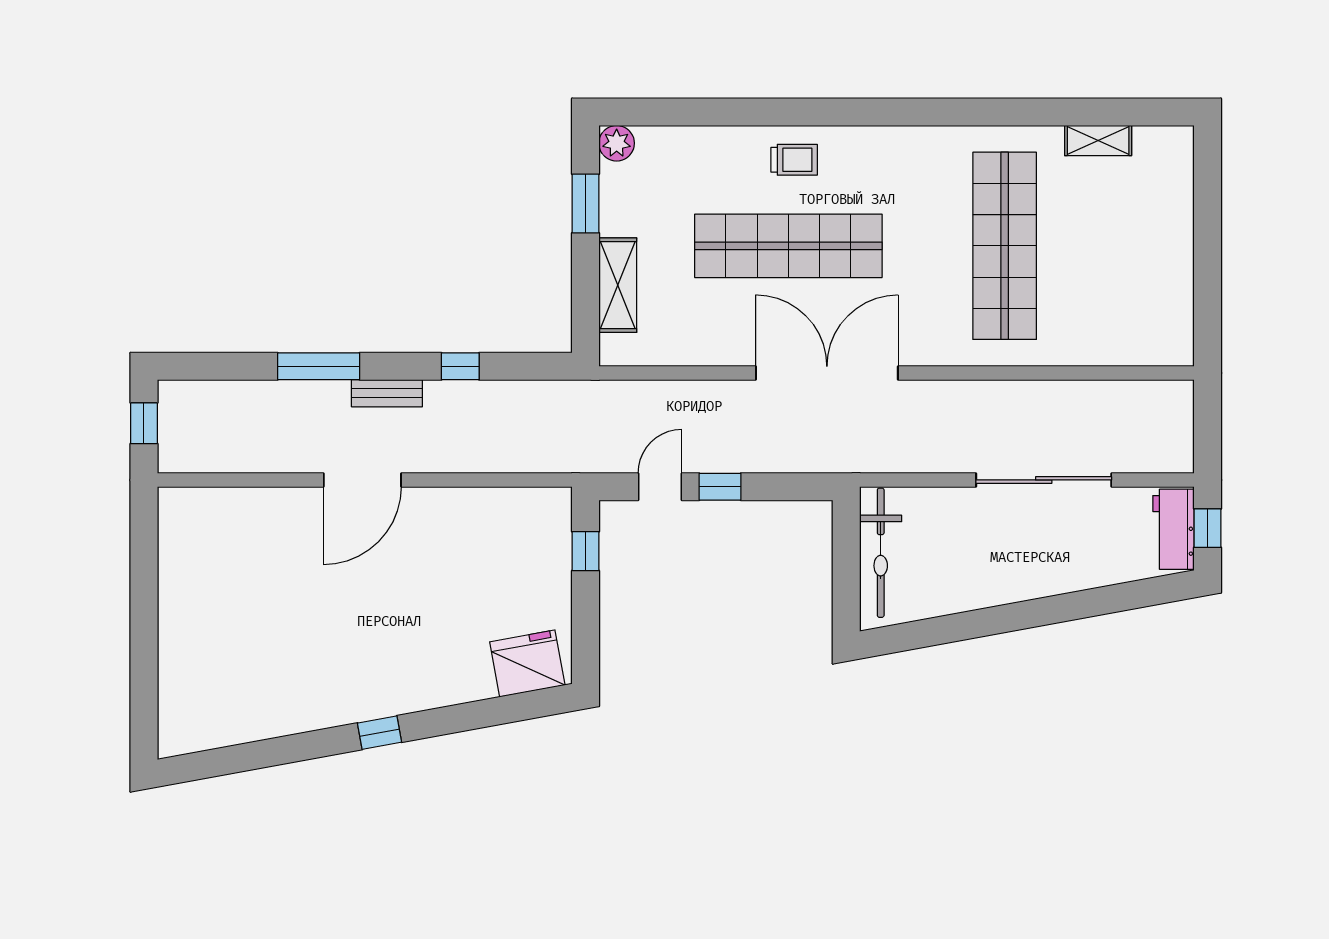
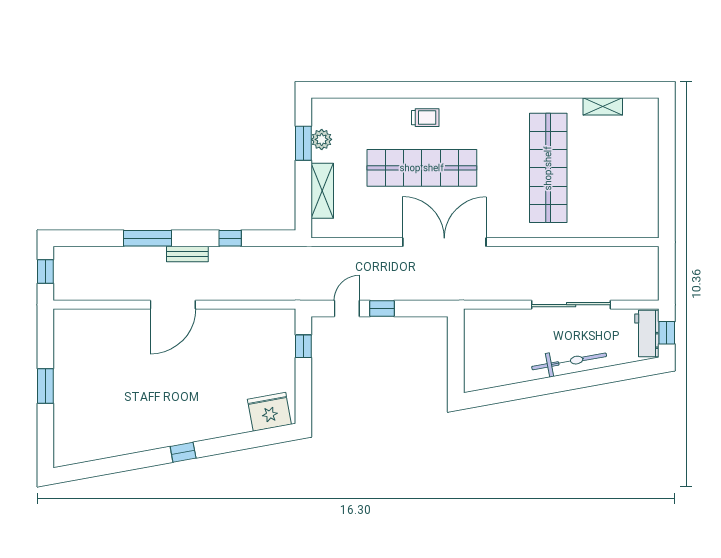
plant: (617, 143) -> (322, 139), moved
bicycle: (881, 553) -> (569, 361), moved, turned -100
window: (144, 619) -> (45, 386), added

